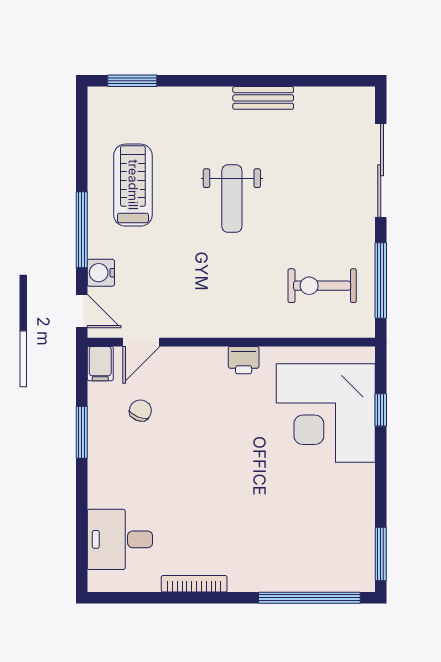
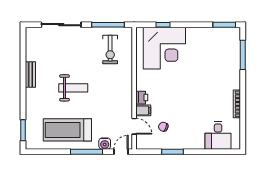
treadmill: (133, 185) -> (67, 130), width x1.37, depth x1.38
printer: (244, 360) -> (142, 98), moved
filing cabinet: (100, 364) -> (143, 110), moved
window: (309, 598) -> (243, 55), width x0.68

